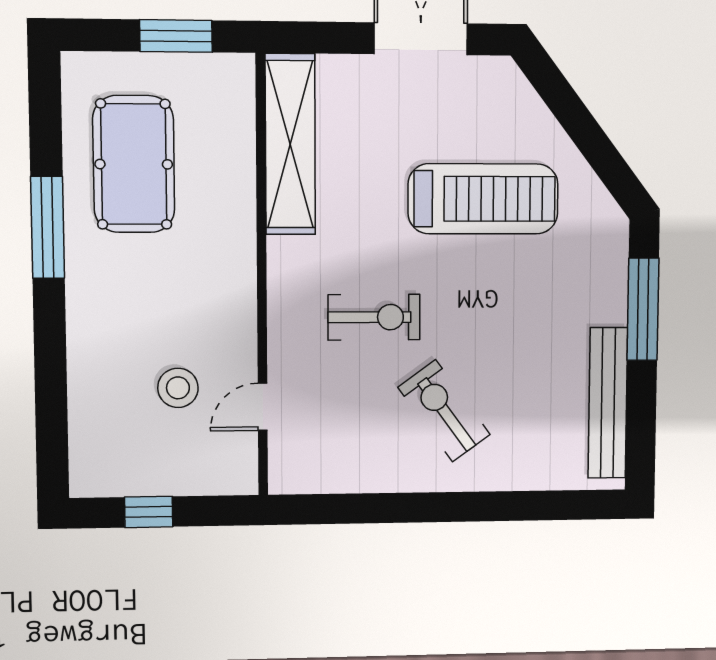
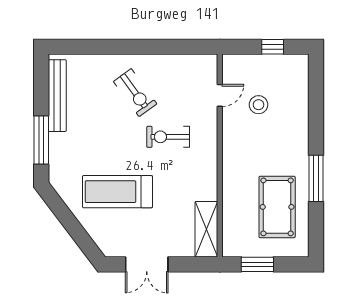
shelving: (290, 144) -> (206, 229), width x0.68

